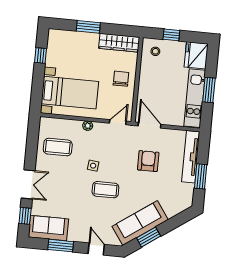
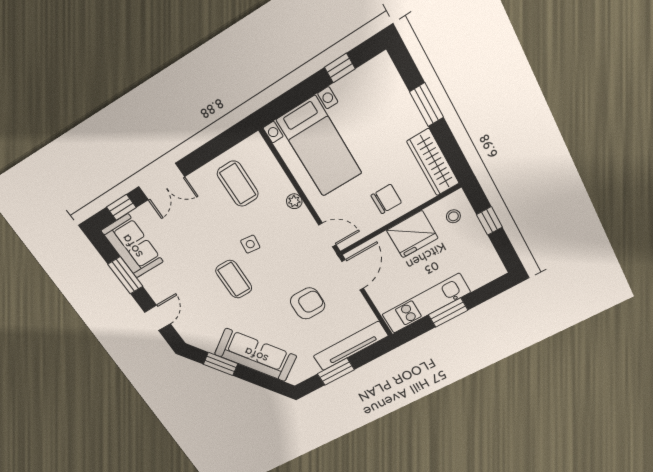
fridge: (196, 55) -> (412, 234), moved, turned 180
sofa: (140, 223) -> (256, 355), moved

